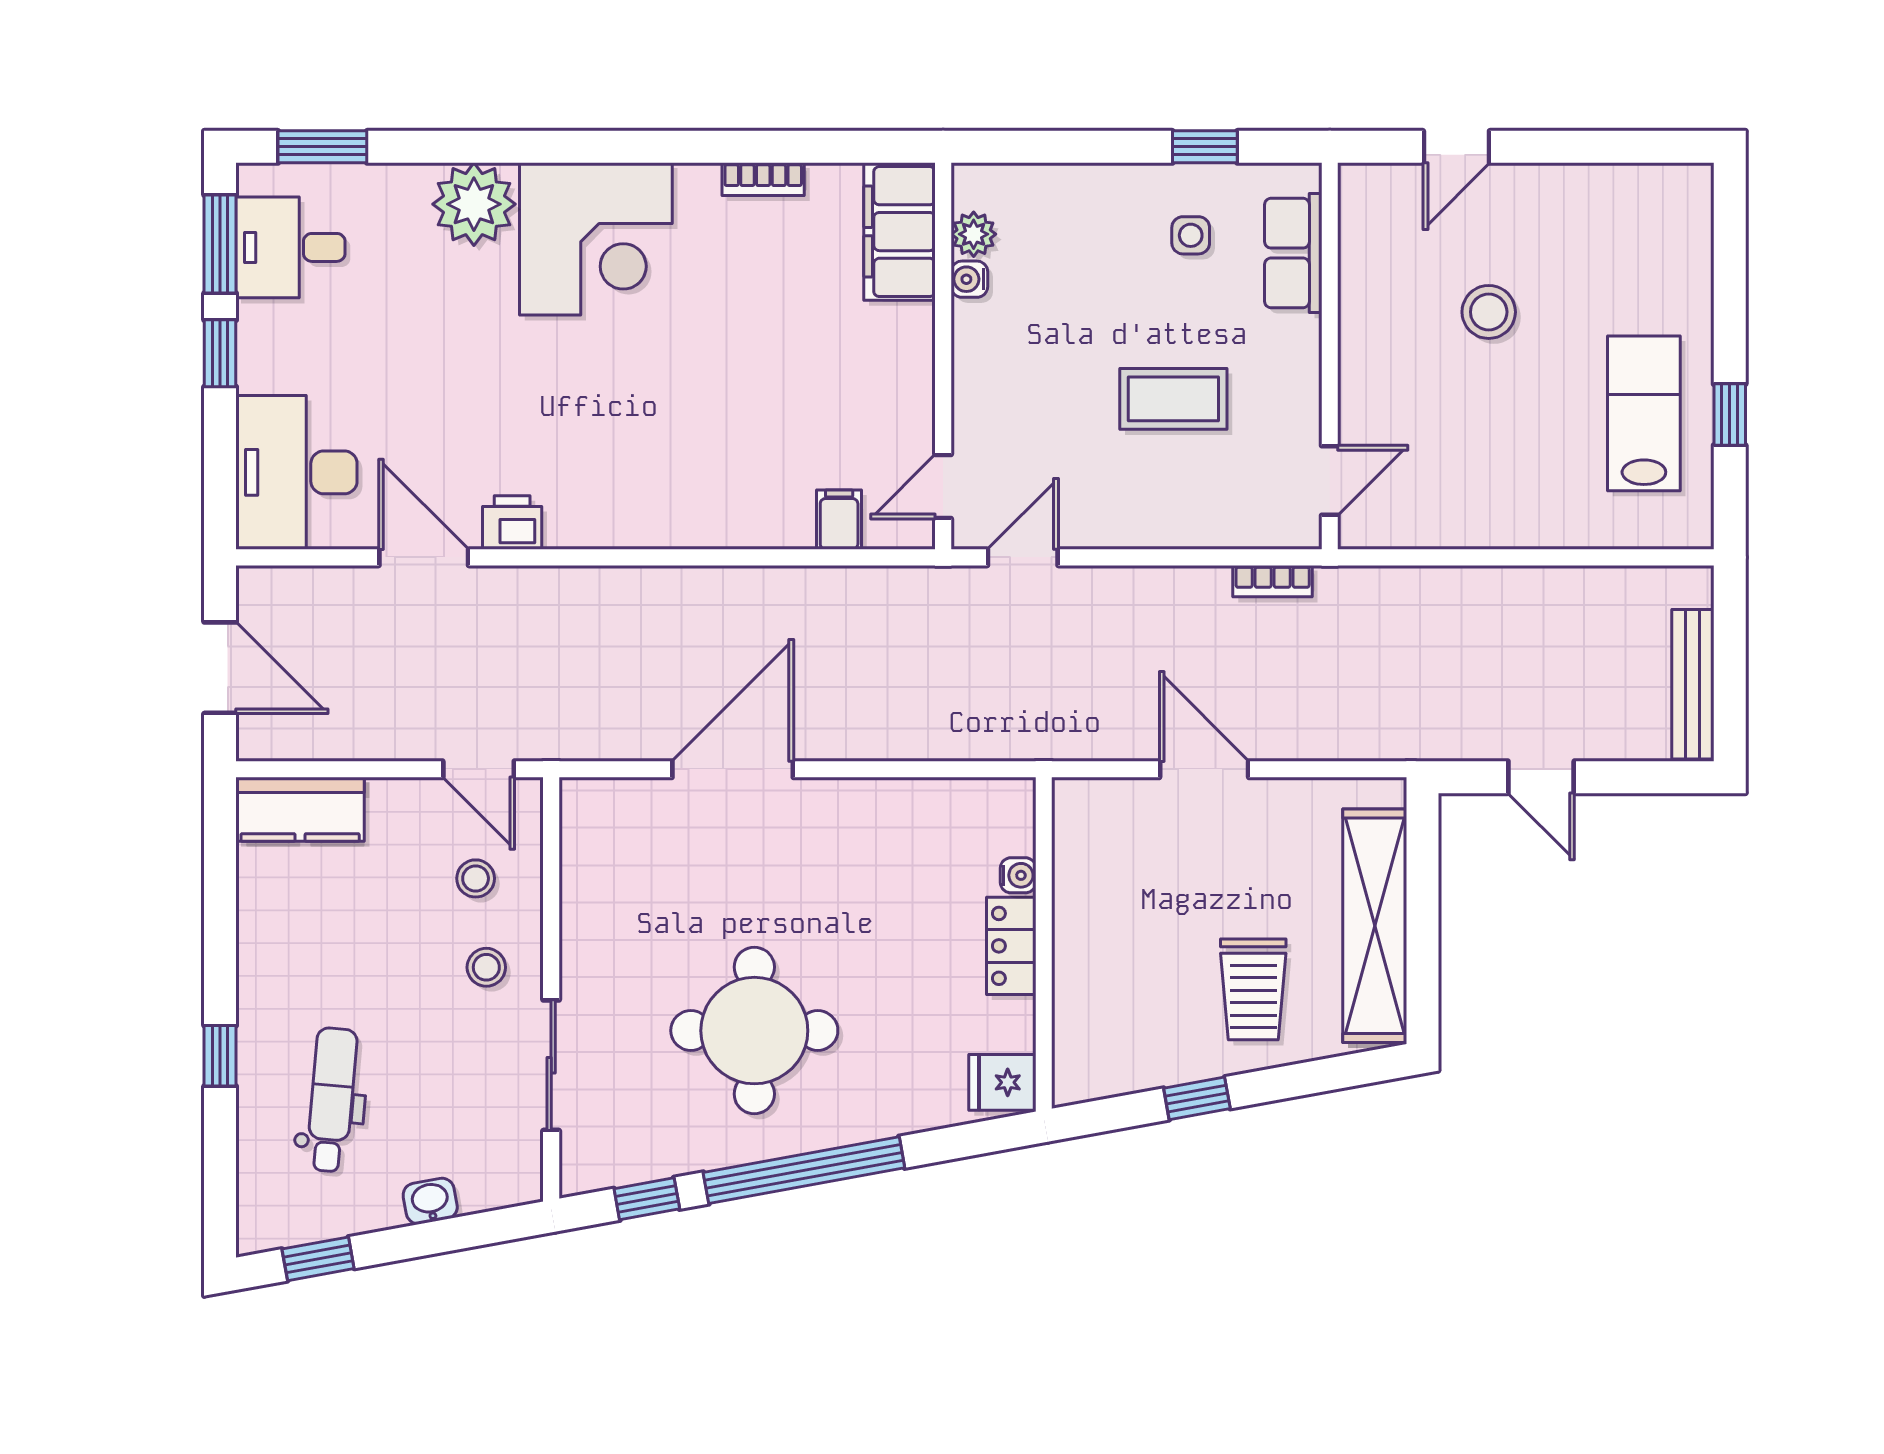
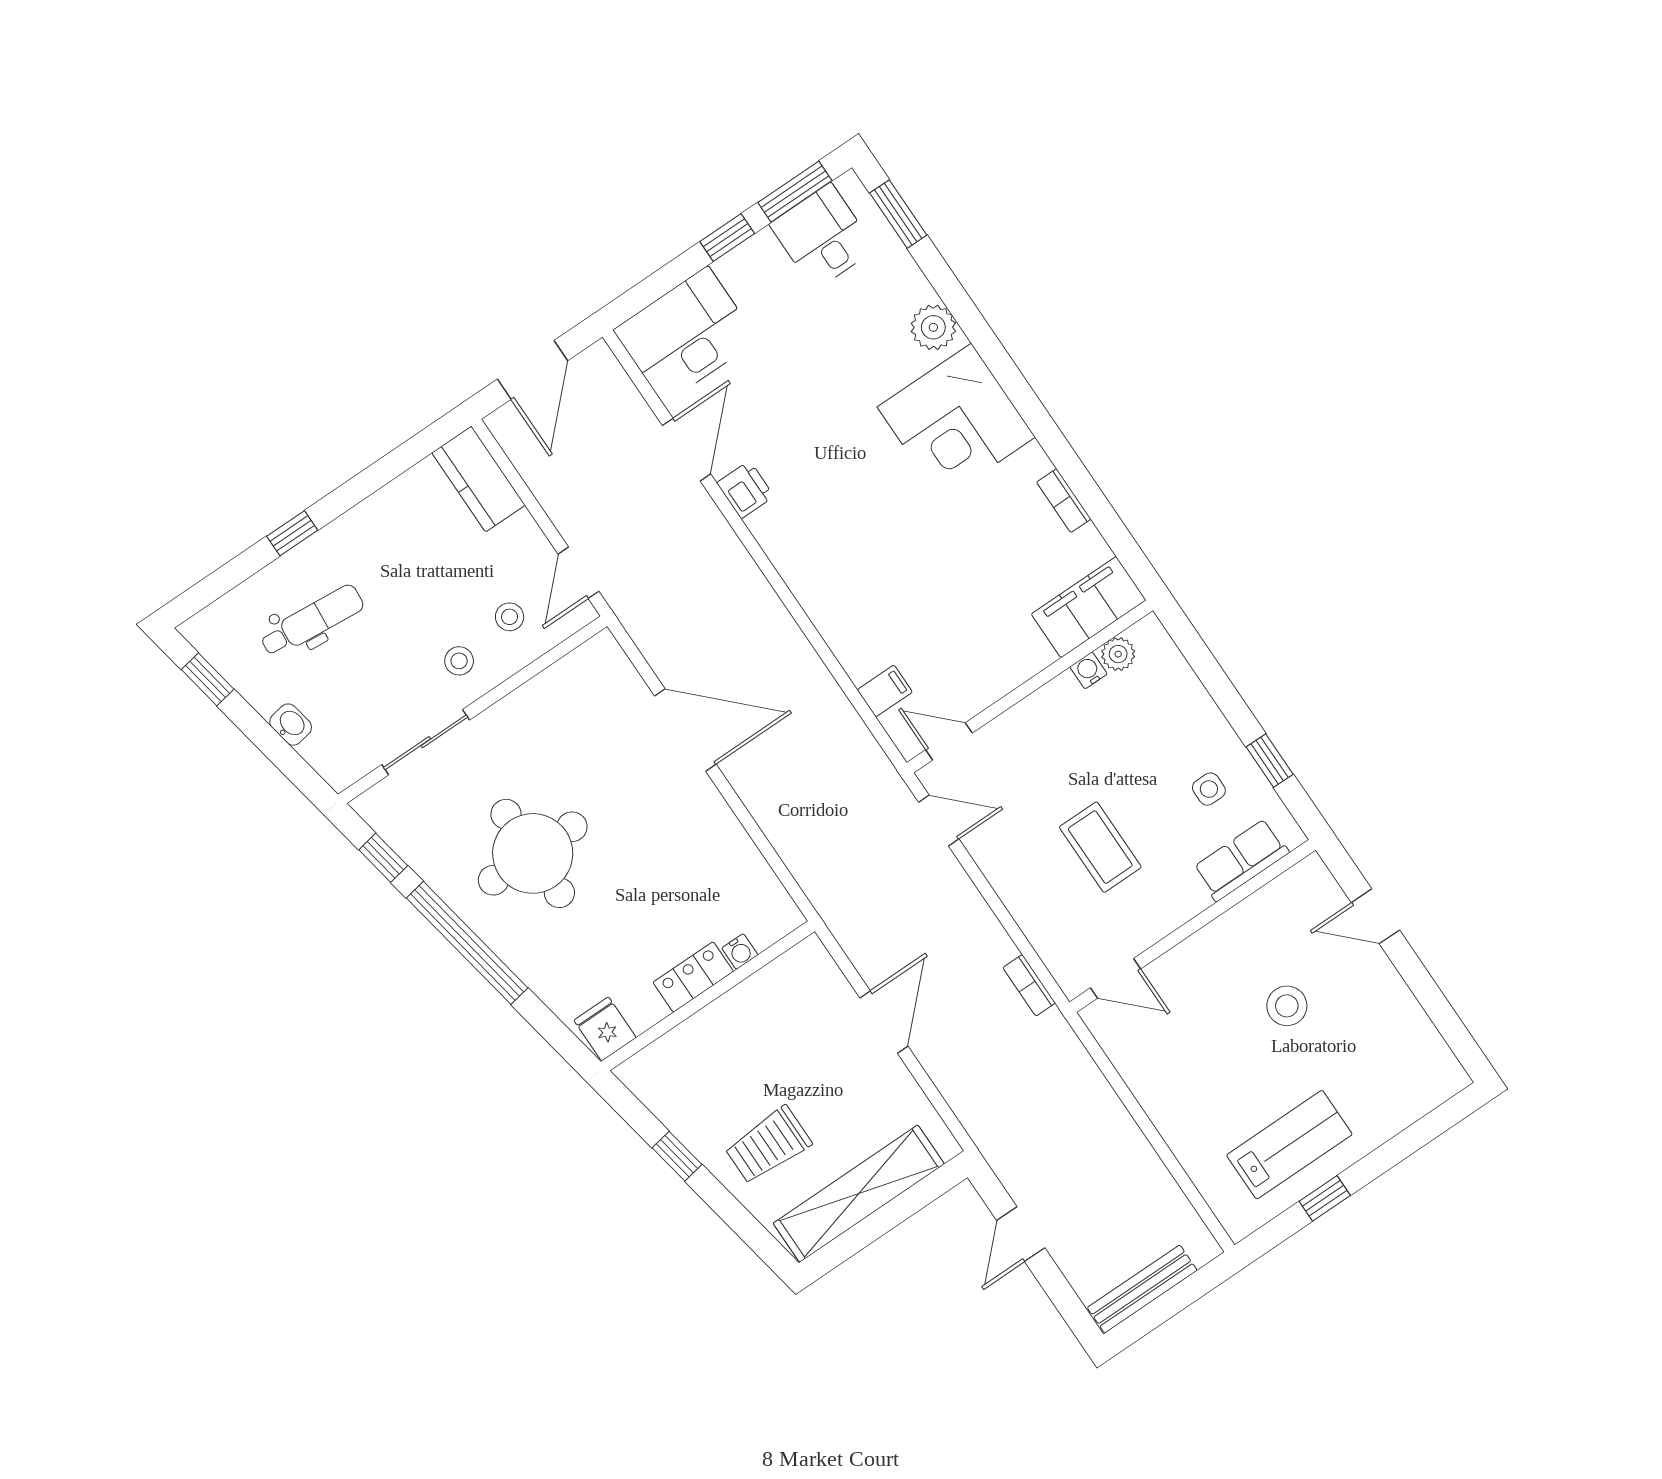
plant: (474, 204) -> (933, 327), width x0.73, depth x0.73

